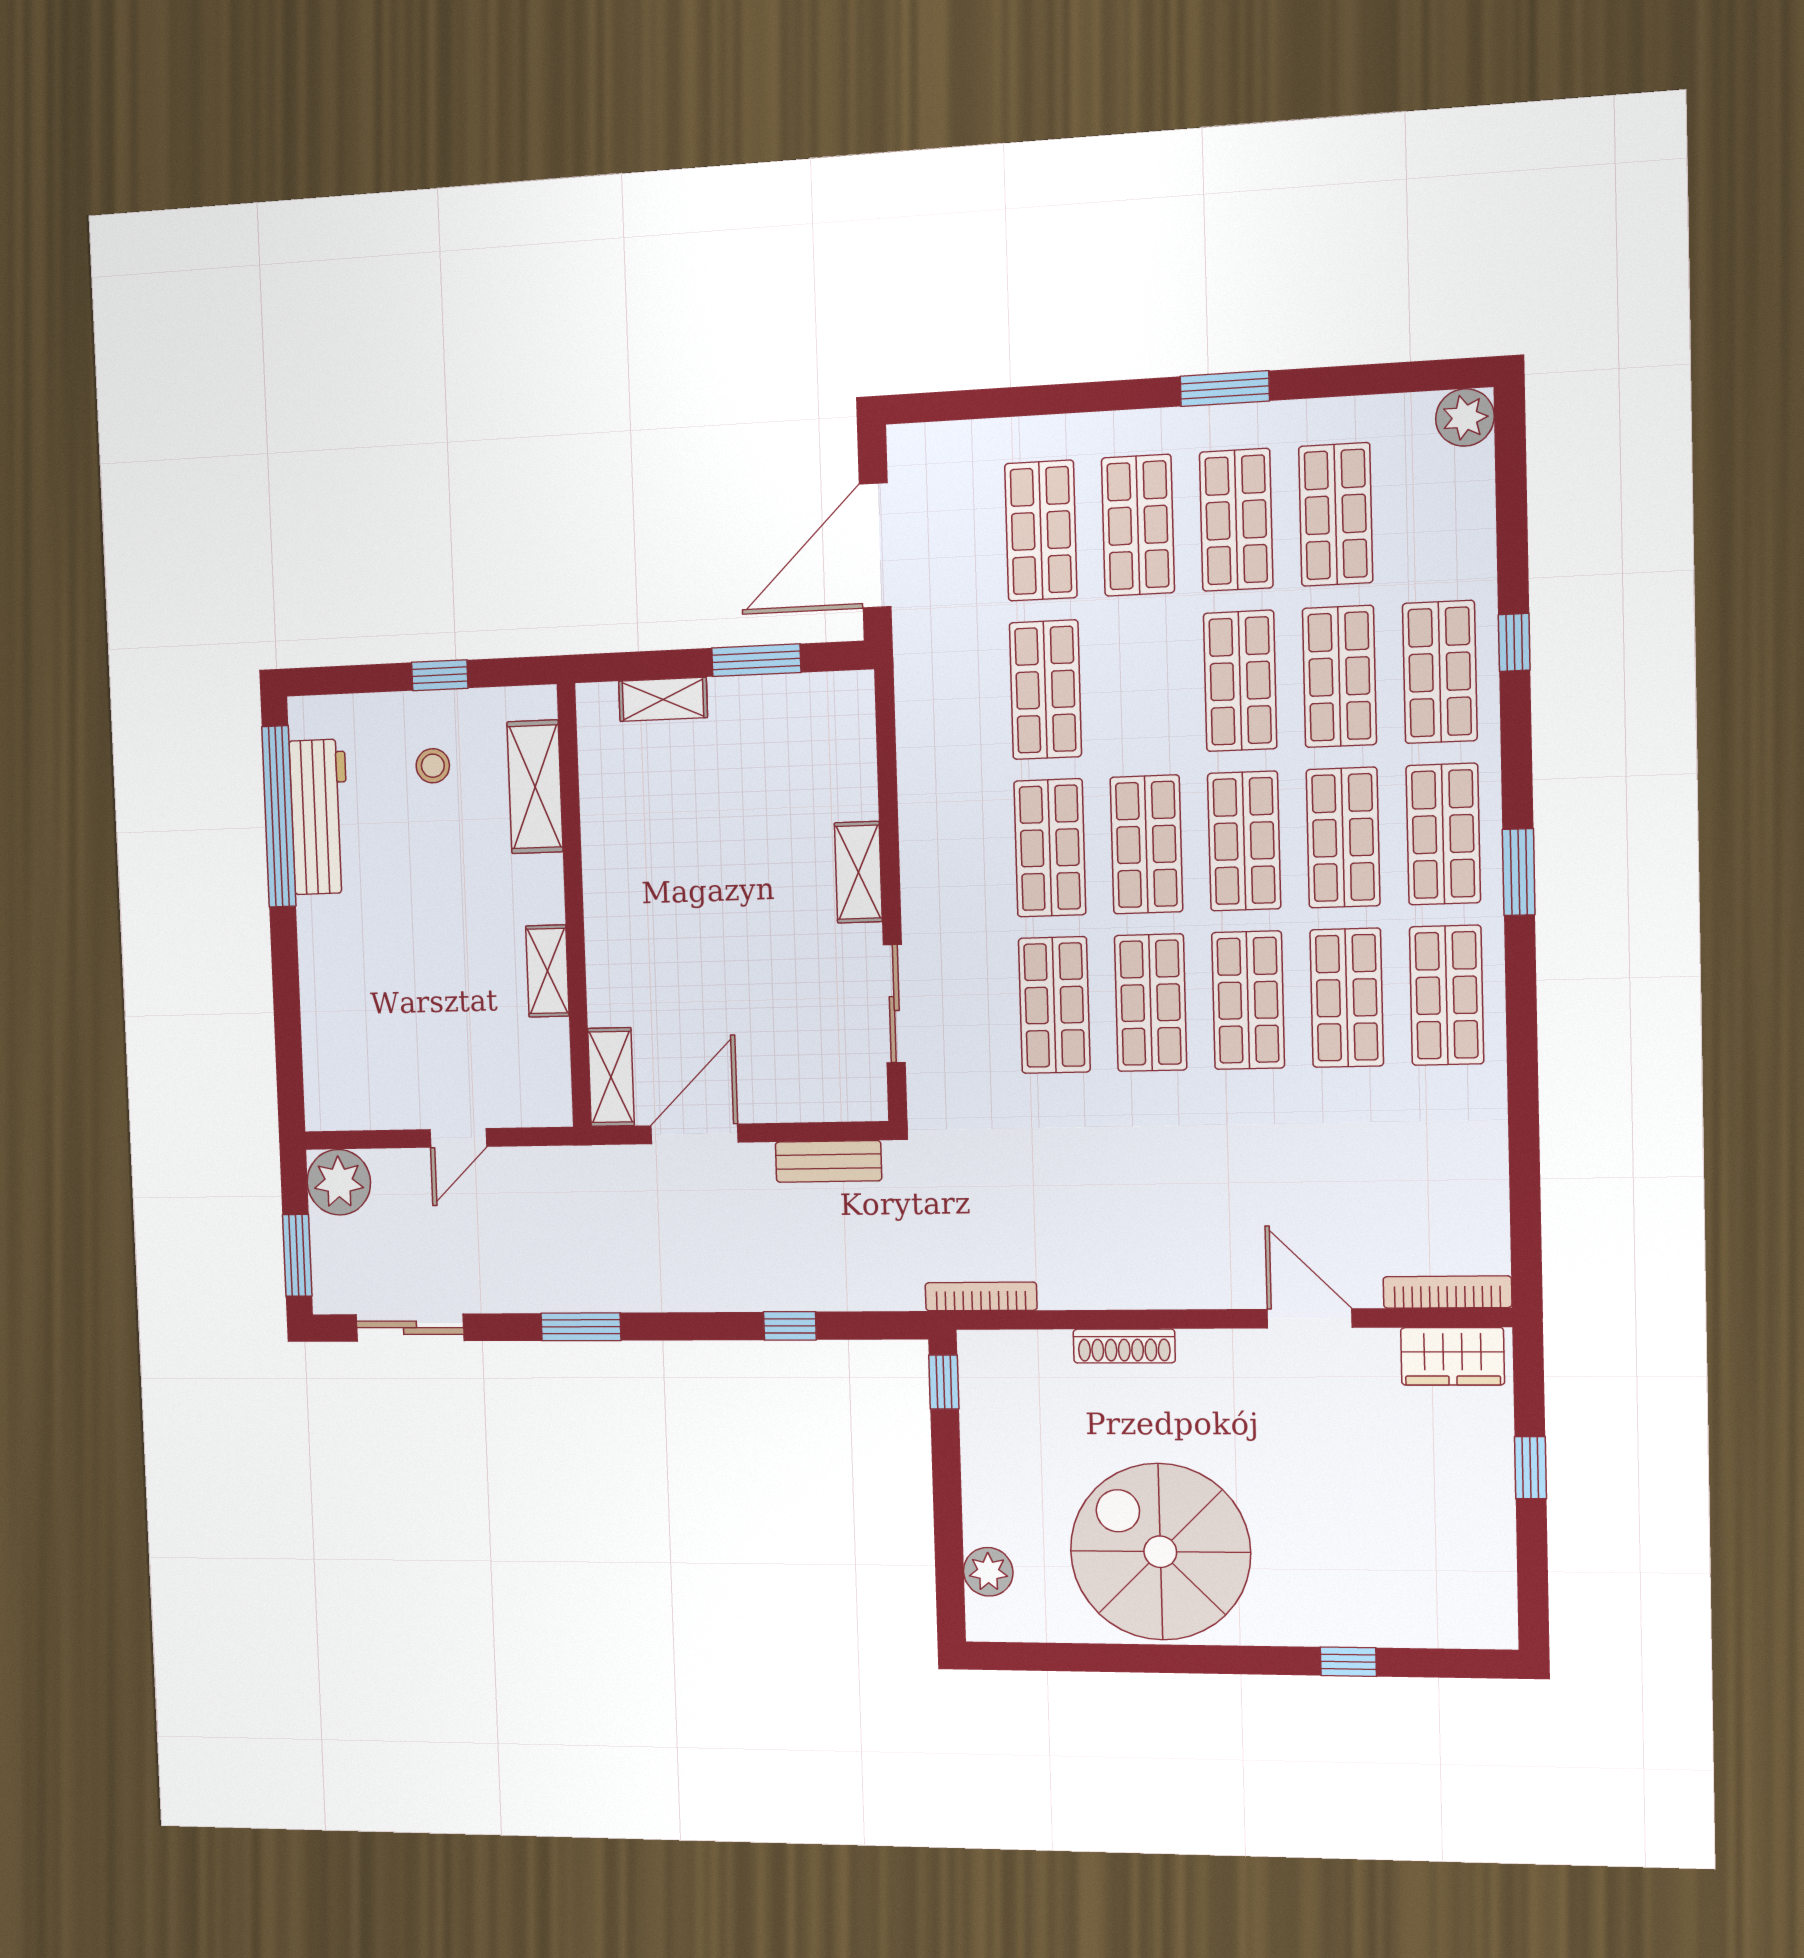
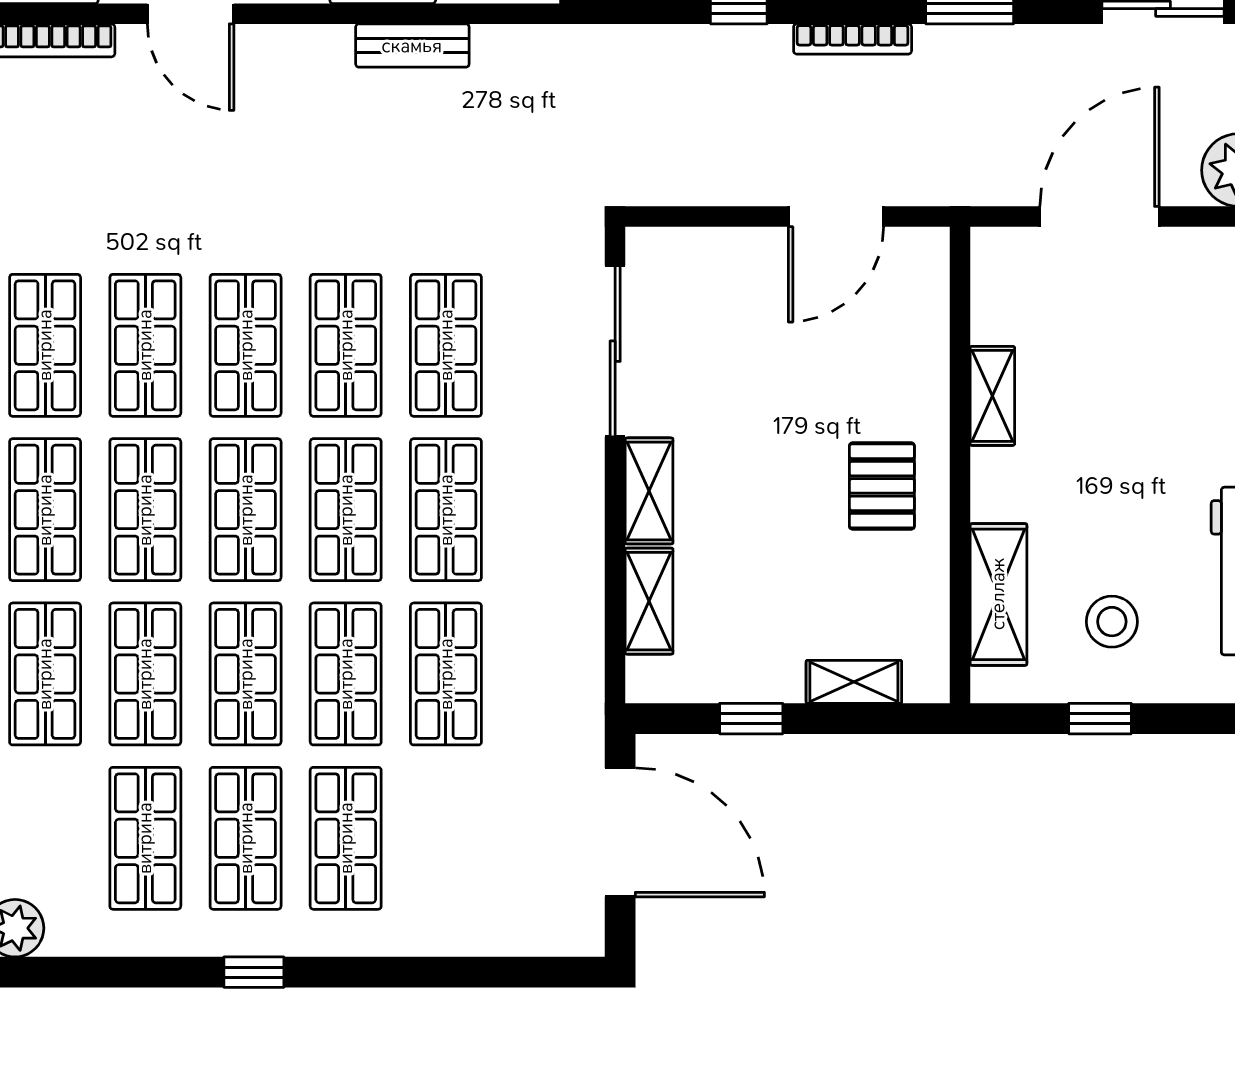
window: (1225, 389) -> (254, 972), width x0.67
shop shelf: (1041, 531) -> (346, 674), moved
door: (875, 545) -> (620, 832), hinge flipped
window: (756, 660) -> (751, 719), width x0.67
stool: (433, 766) -> (1112, 622), width x1.37, depth x1.37
pallet: (644, 884) -> (882, 486), added
sliding door: (894, 1004) -> (615, 351), width x1.37
shelving: (611, 1077) -> (649, 601), moved
door: (458, 1138) -> (1099, 217), width x1.87
bench: (828, 1161) -> (412, 46), moved
bookcase: (981, 1296) -> (853, 39), moved

